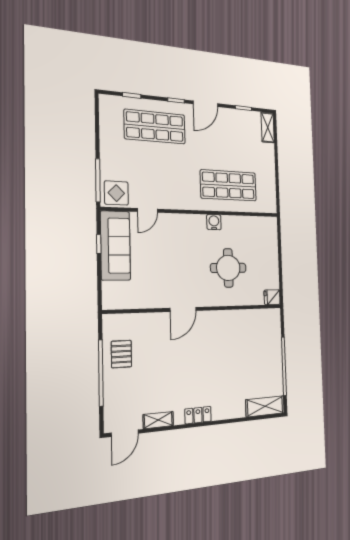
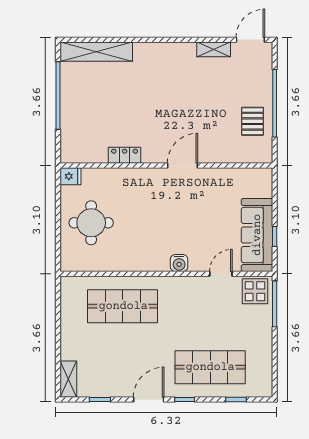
water cooler: (214, 222) -> (179, 263), moved
round table: (228, 268) -> (91, 223), moved
shelving: (265, 406) -> (96, 52), width x1.47
locker: (198, 415) -> (125, 155), moved, turned 180

